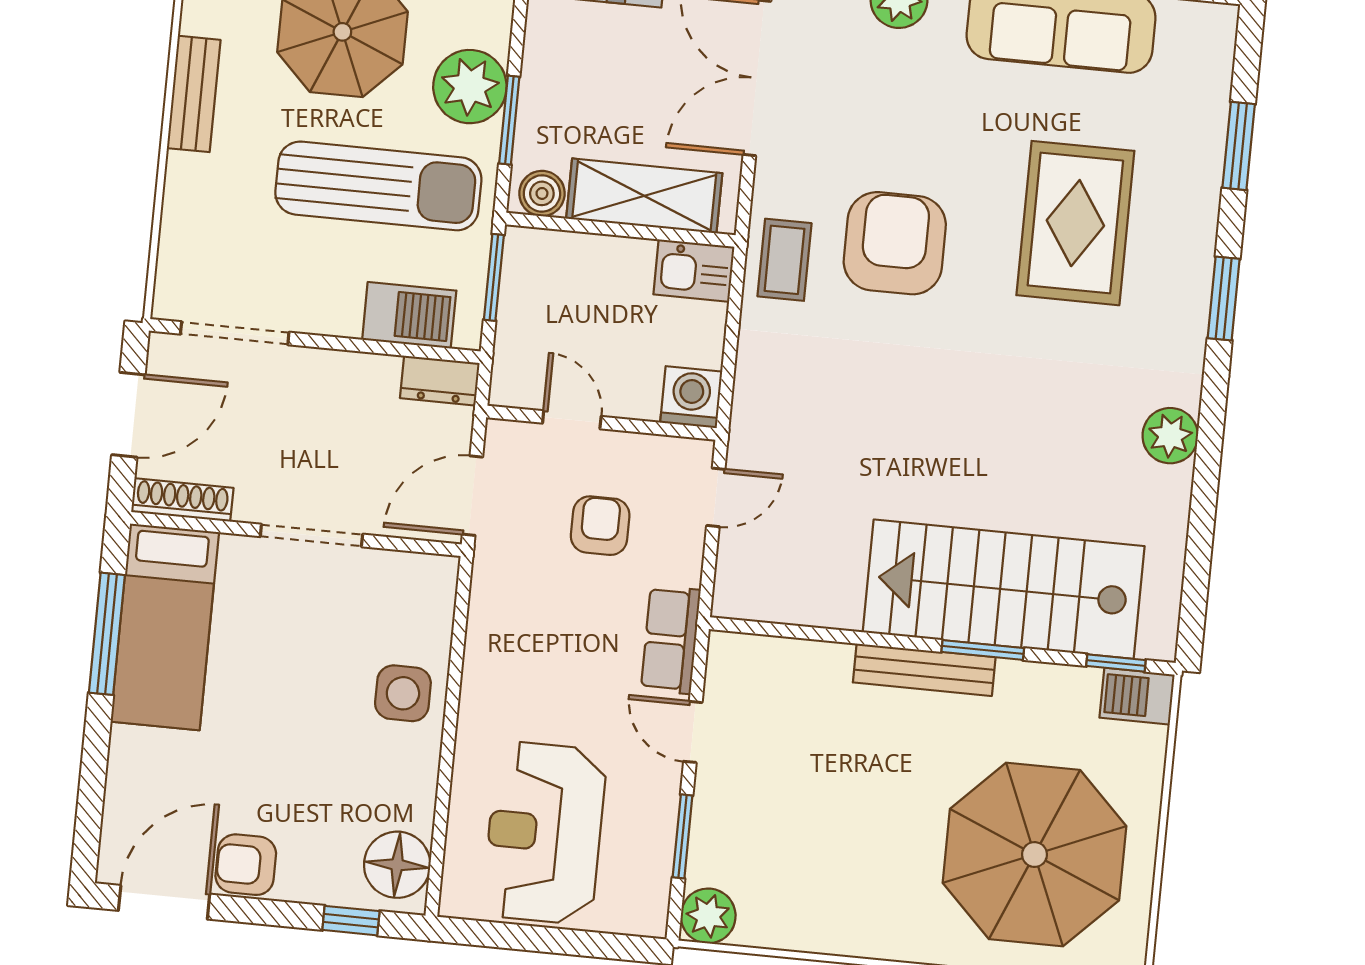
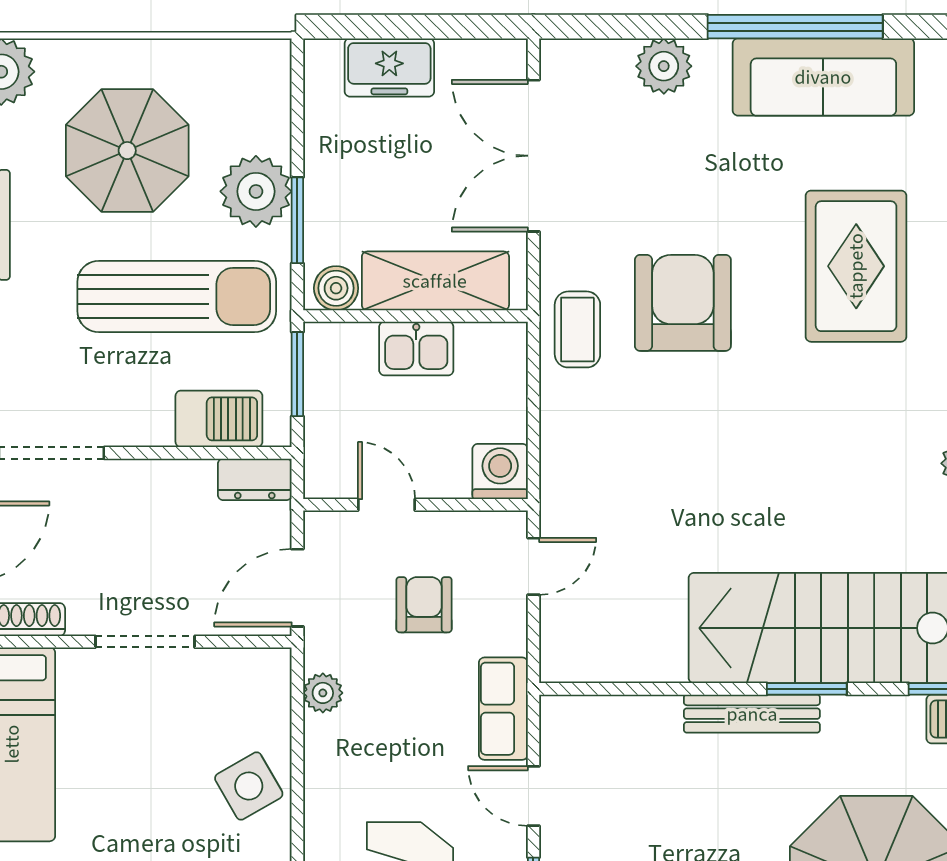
kitchen sink: (694, 271) -> (416, 349), moved
plant: (488, 606) -> (323, 693), added
side table: (403, 693) -> (249, 786), turned -30

